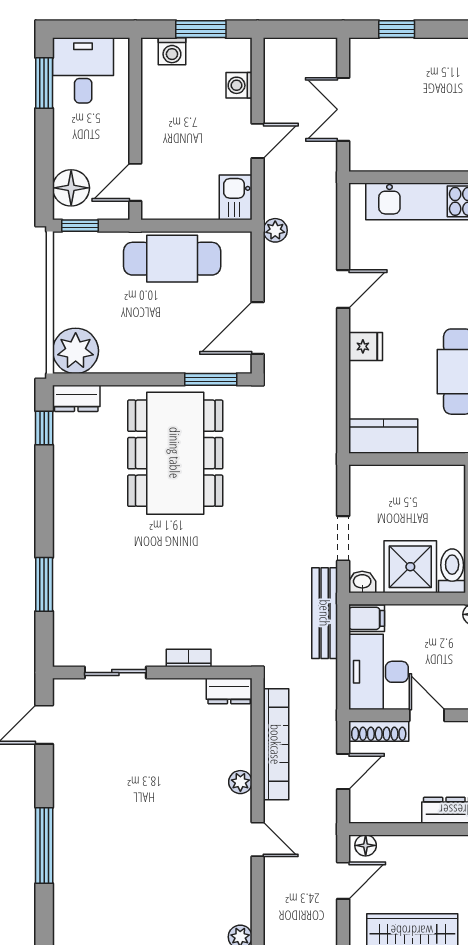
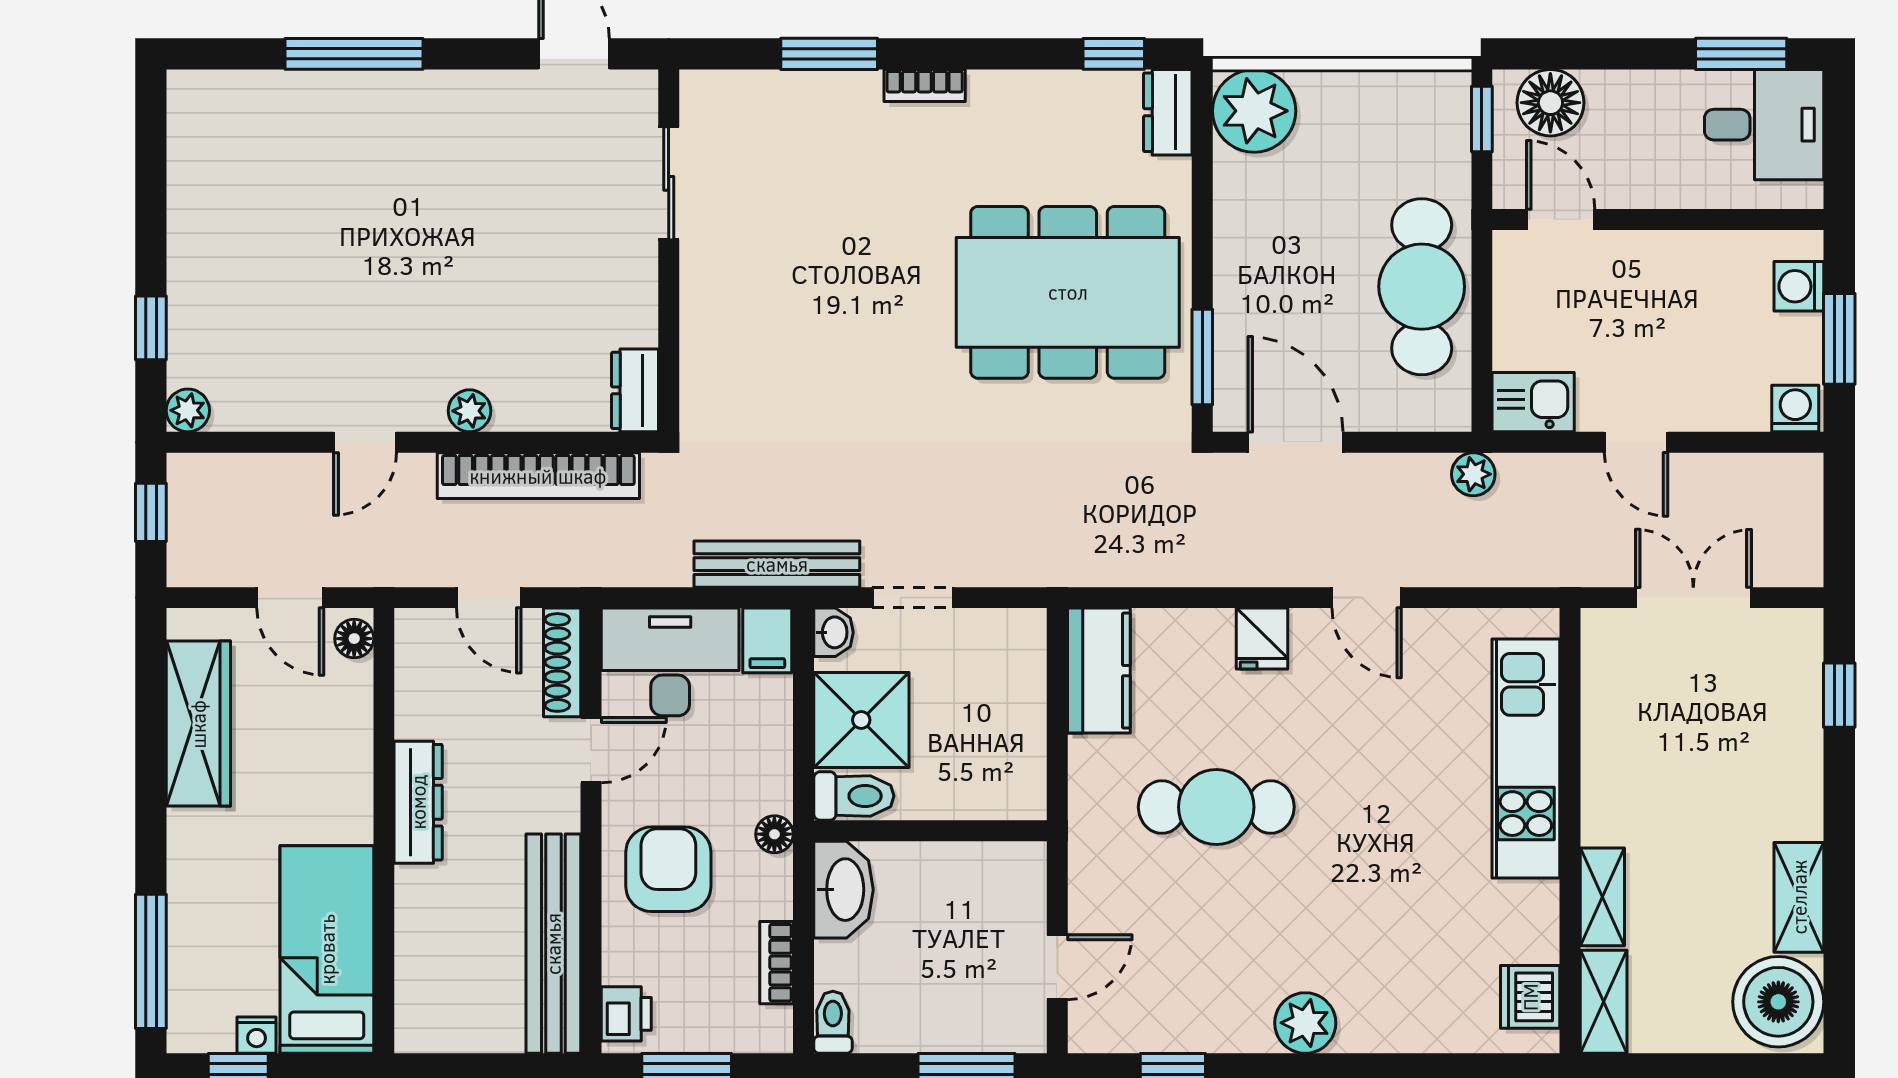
washing machine: (239, 85) -> (1795, 408), moved
bookcase: (189, 658) -> (925, 86), moved, turned 90

